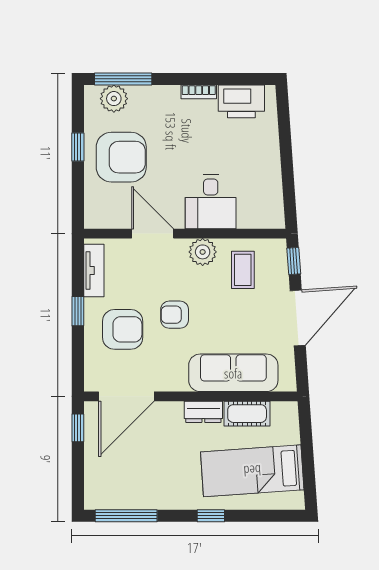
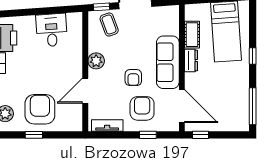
desk: (211, 202) -> (52, 30), moved, turned -94
coffee table: (243, 270) -> (109, 25), moved, turned 70
window: (78, 311) -> (148, 135), moved
sofa: (233, 373) -> (168, 62), moved

